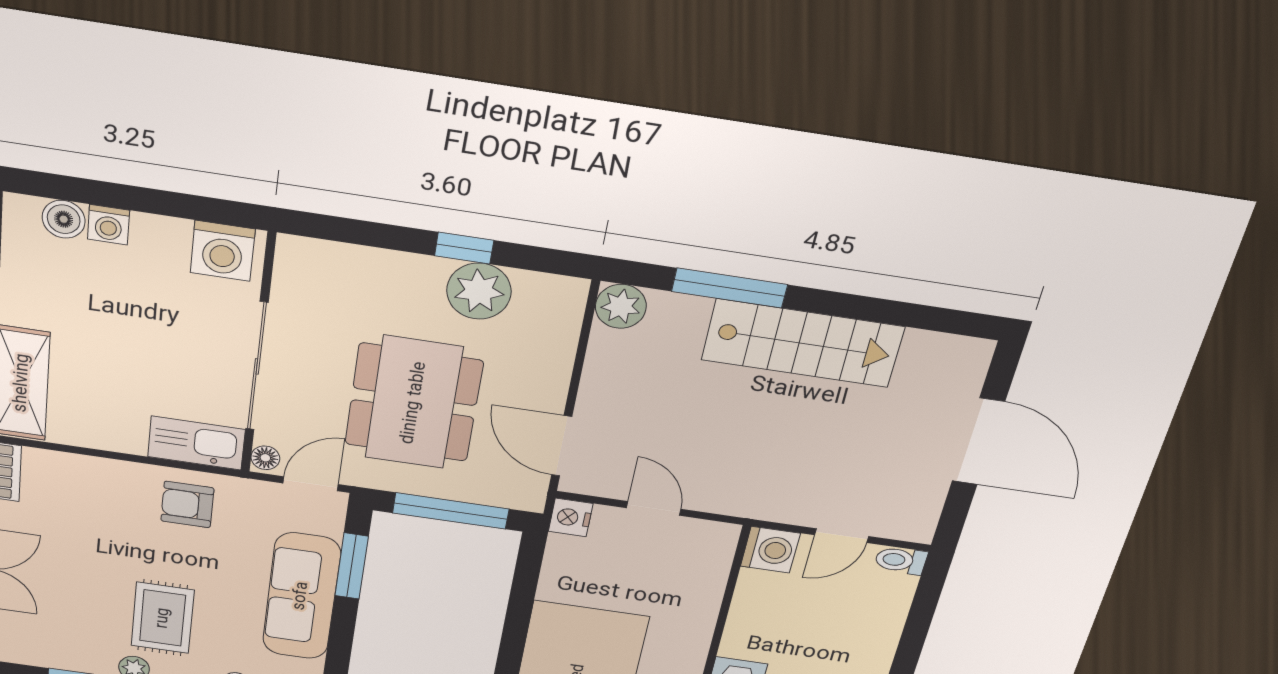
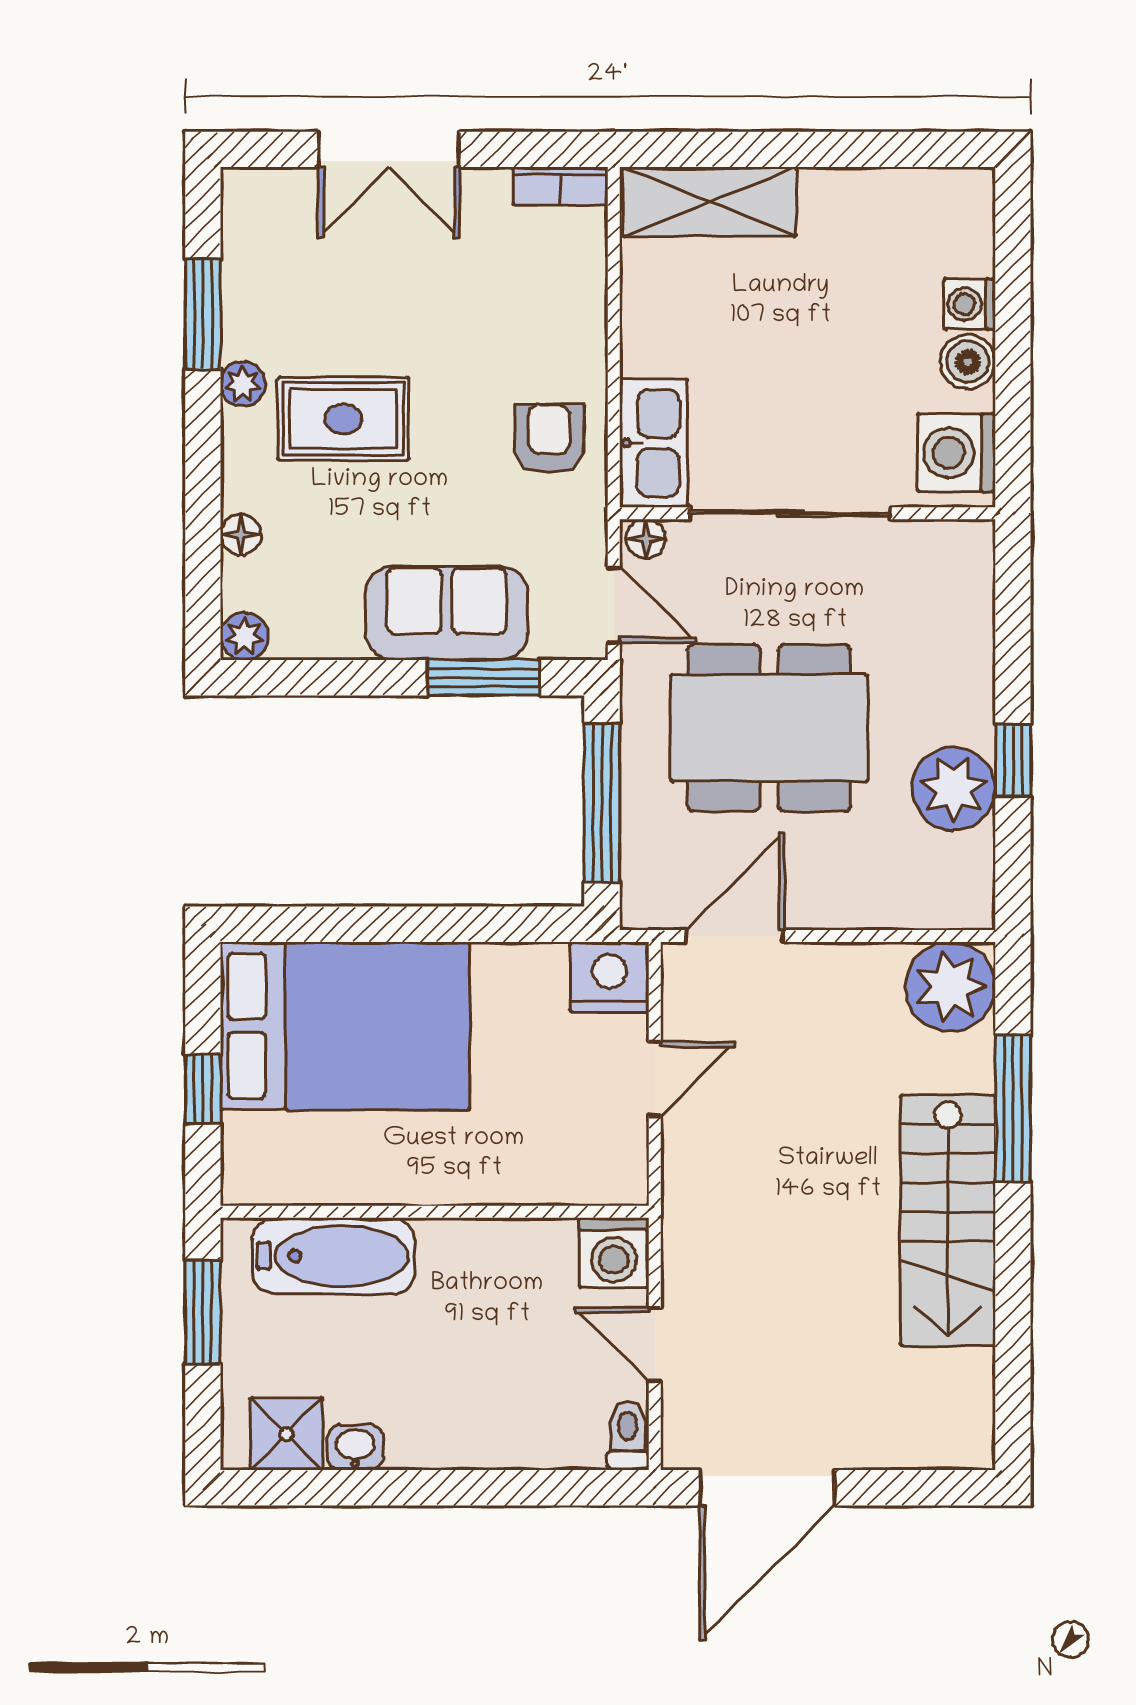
boiler: (64, 219) -> (968, 362), moved
plant: (621, 306) -> (950, 987), width x1.36, depth x1.36
door: (978, 441) -> (767, 1488), moved
nightstand: (571, 517) -> (610, 977), width x1.36, depth x1.33
sofa: (301, 596) -> (447, 613), width x0.73

